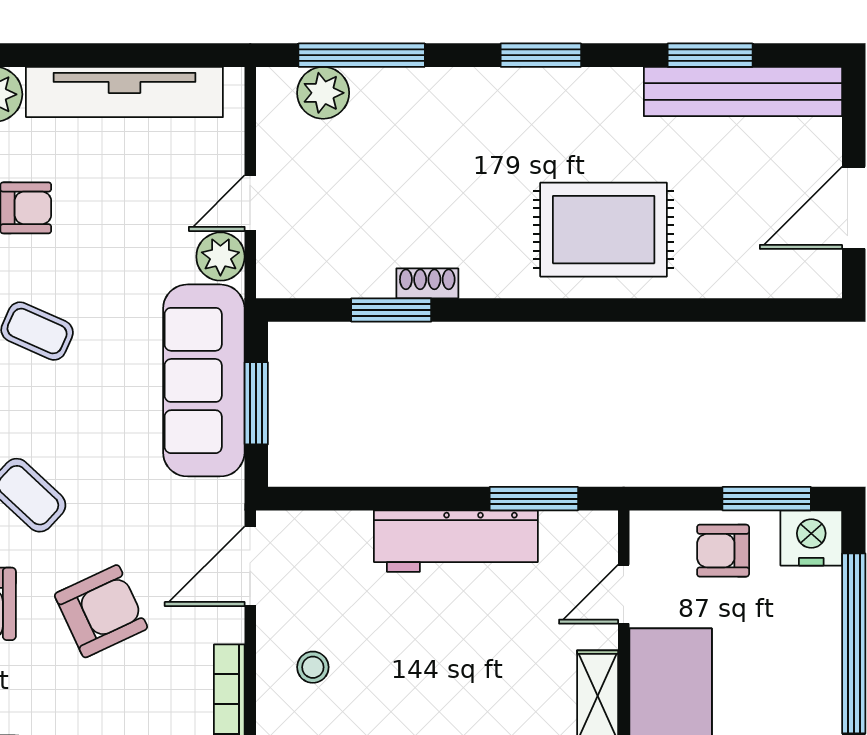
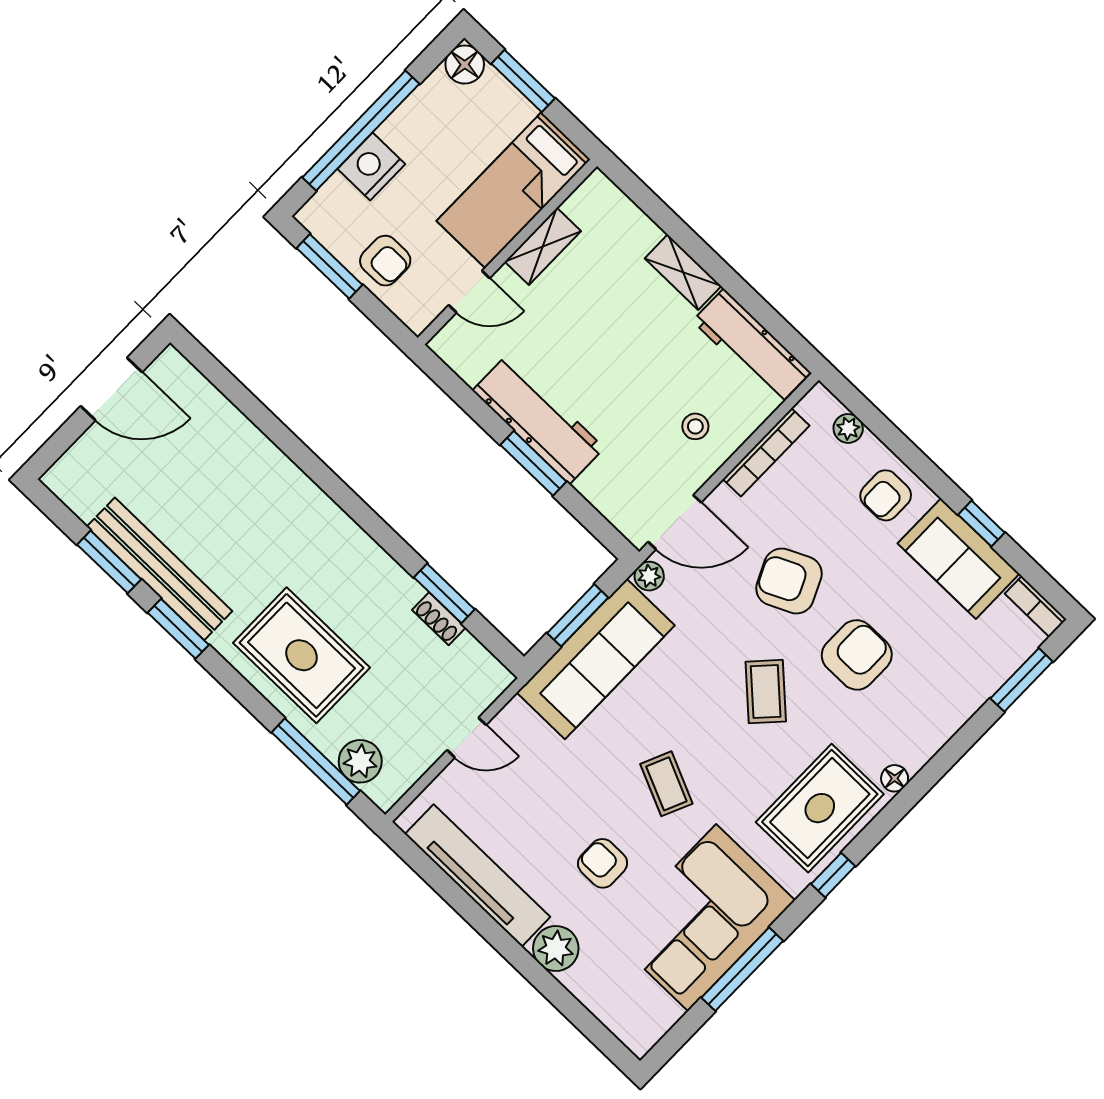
window: (541, 55) -> (178, 629), moved
bench: (743, 91) -> (159, 569), moved
rug: (604, 230) -> (301, 655), moved
plant: (220, 257) -> (649, 576), moved, width x0.73, depth x0.73
shoe rack: (427, 283) -> (439, 619), moved
window: (534, 499) -> (533, 463), moved
nightstand: (811, 538) -> (371, 166), moved, turned 90

